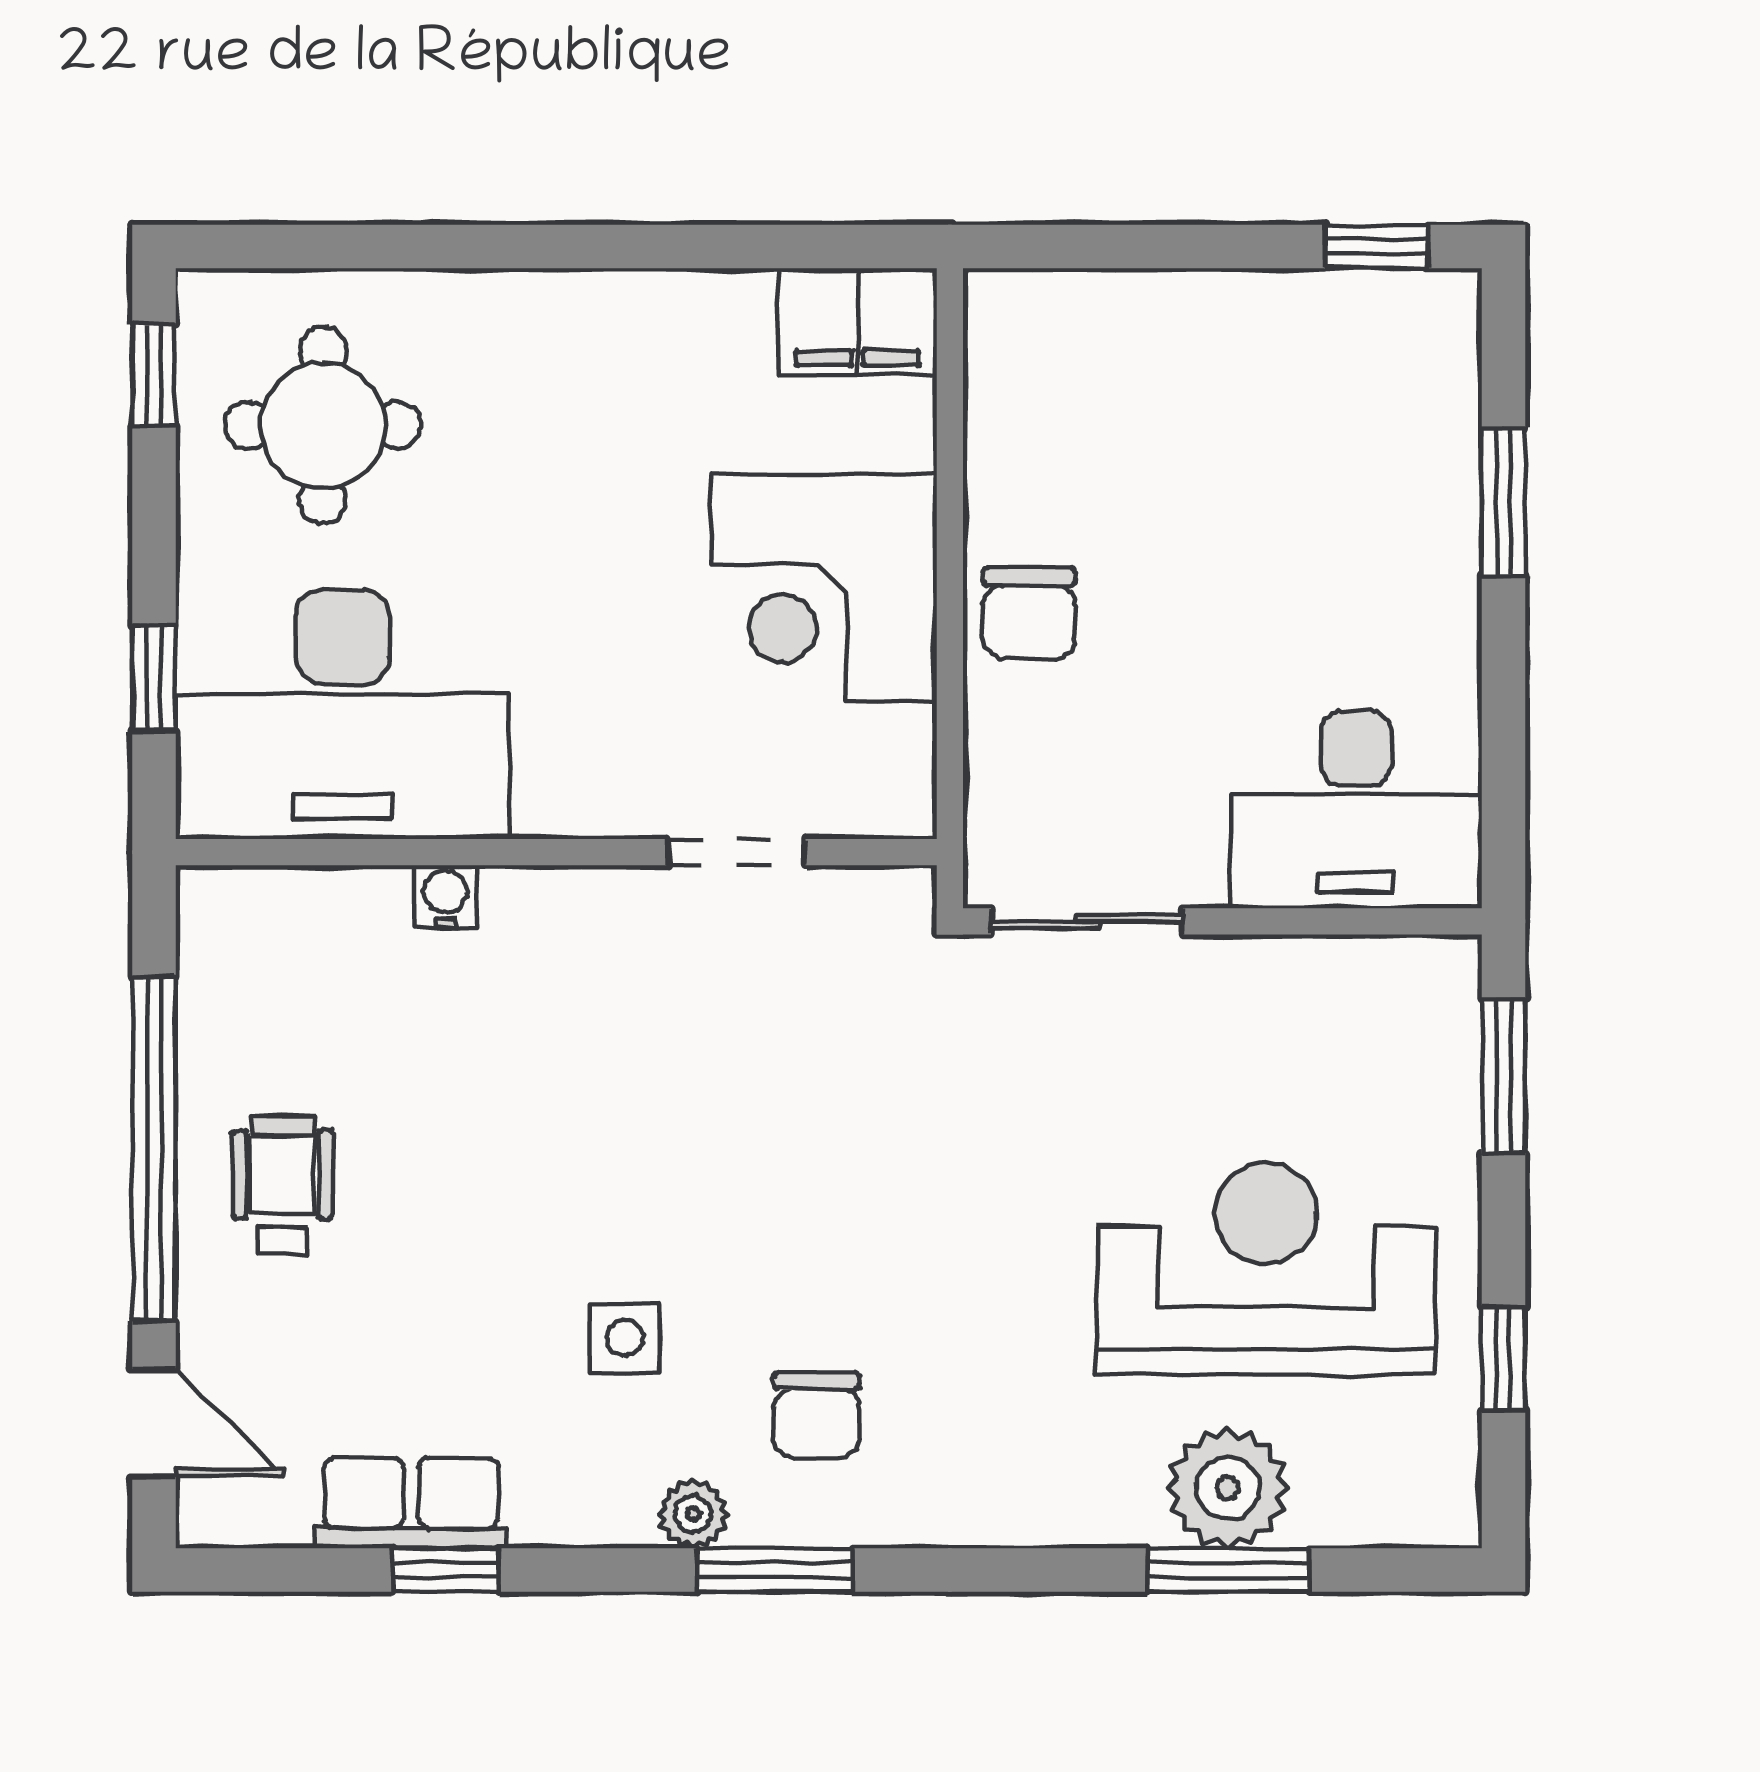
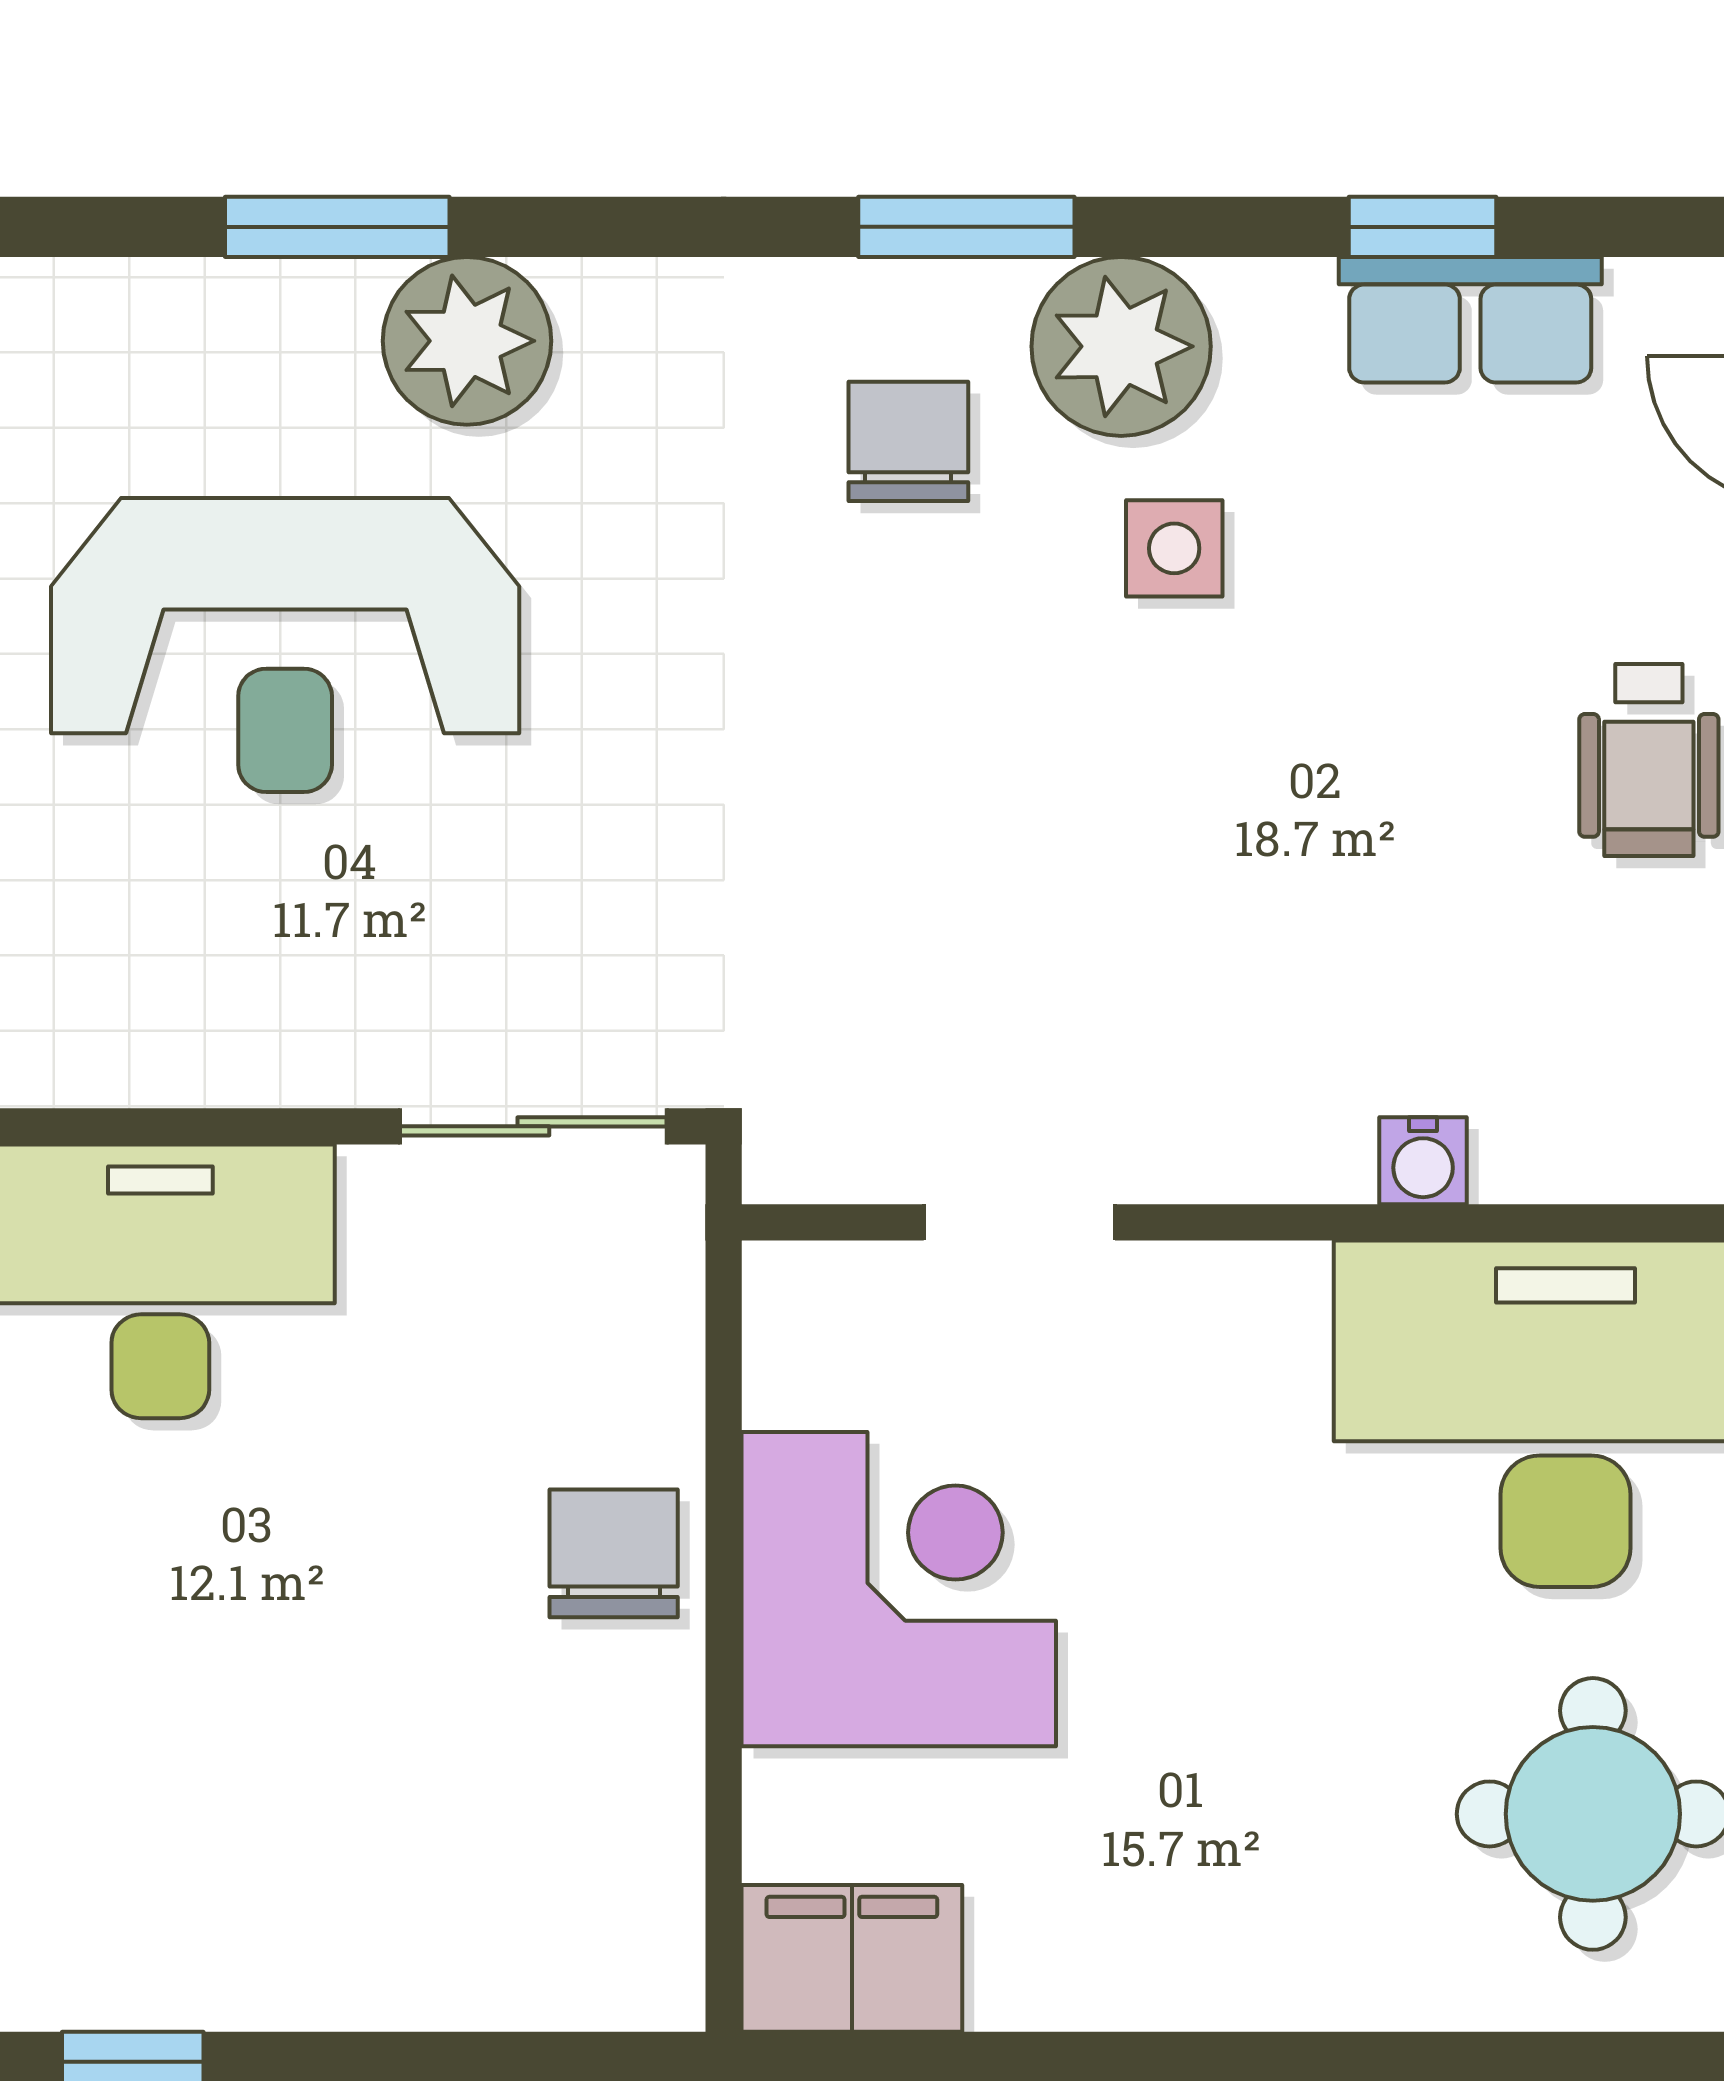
plant: (1228, 1488) -> (467, 341), moved
plant: (693, 1514) -> (1121, 346), width x1.88, depth x1.88

